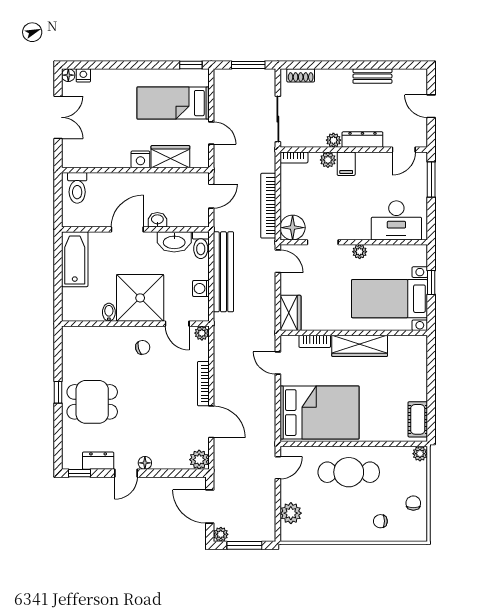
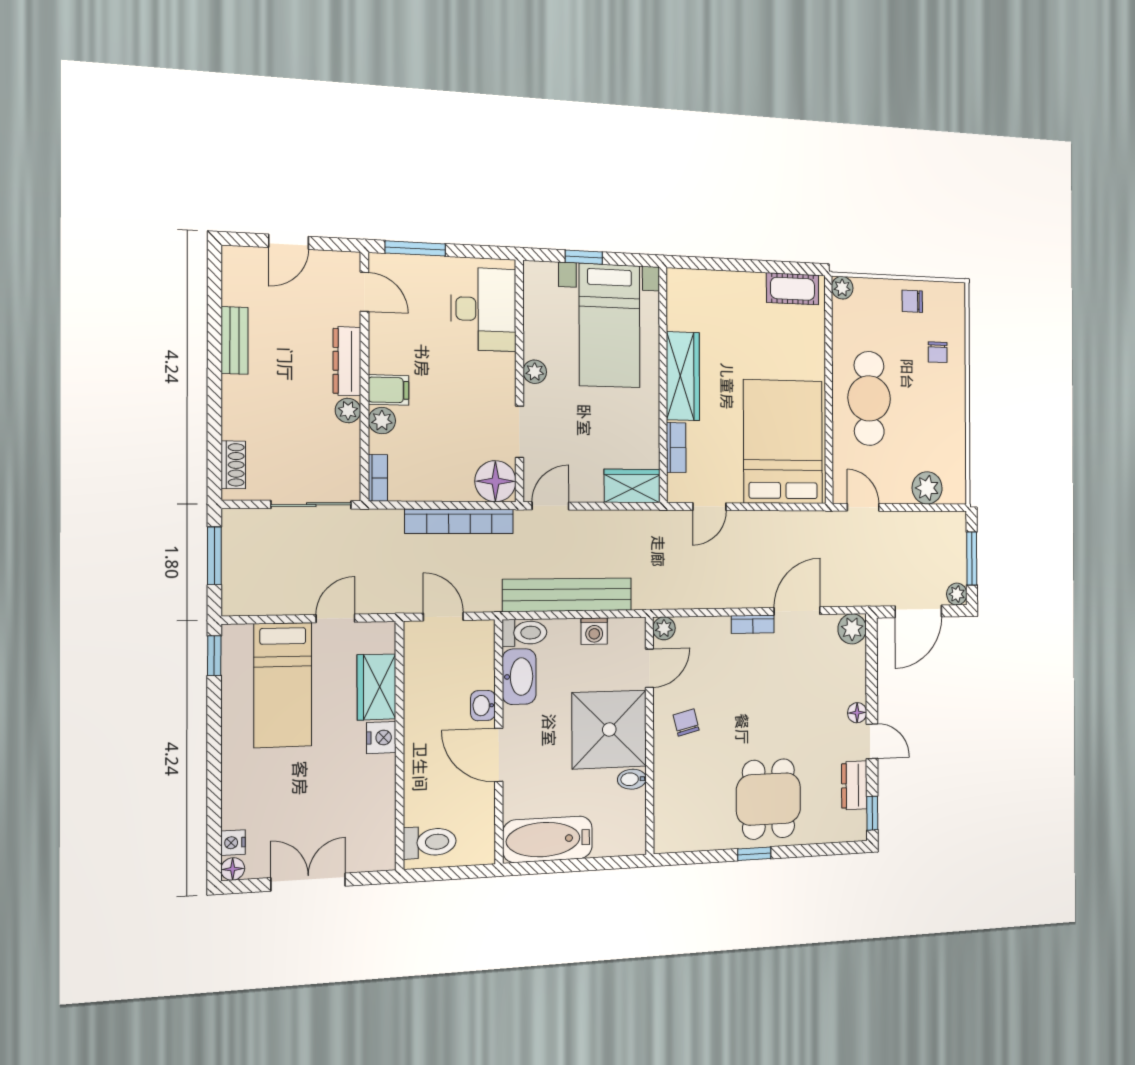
bookcase: (203, 384) -> (753, 624), width x0.64

